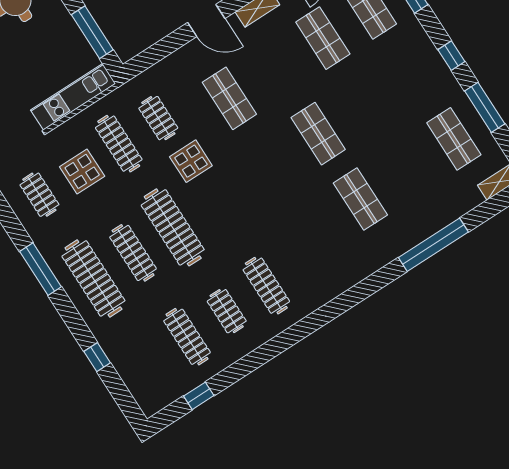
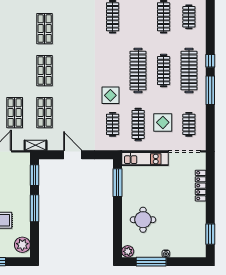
door: (206, 21) -> (73, 155), moved
shop shelf: (229, 98) -> (45, 113), moved
clothes rail: (227, 311) -> (189, 17), moved
window: (97, 357) -> (210, 61), moved

